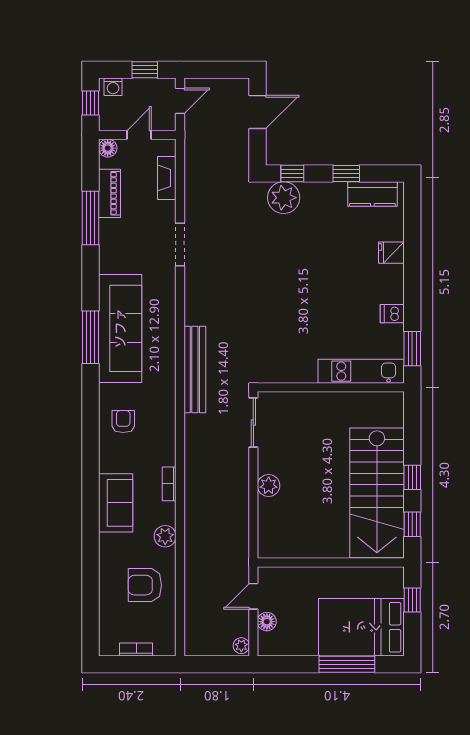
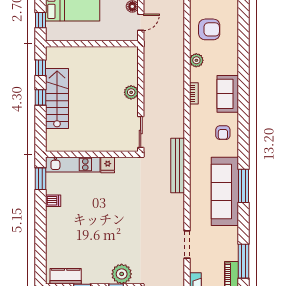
fridge: (391, 253) -> (108, 165), moved, turned 90
stairs: (377, 493) -> (57, 99), width x0.73, depth x0.66
sofa: (116, 503) -> (228, 94), moved

